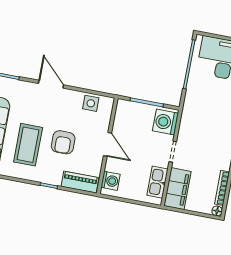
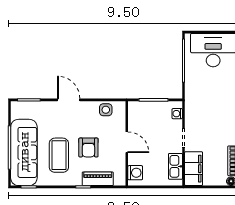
washing machine: (165, 122) -> (177, 114), width x0.53, depth x0.53
piano: (80, 182) -> (98, 179), moved

